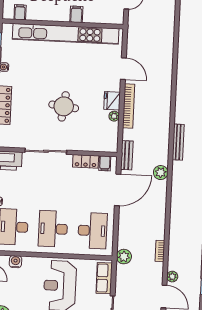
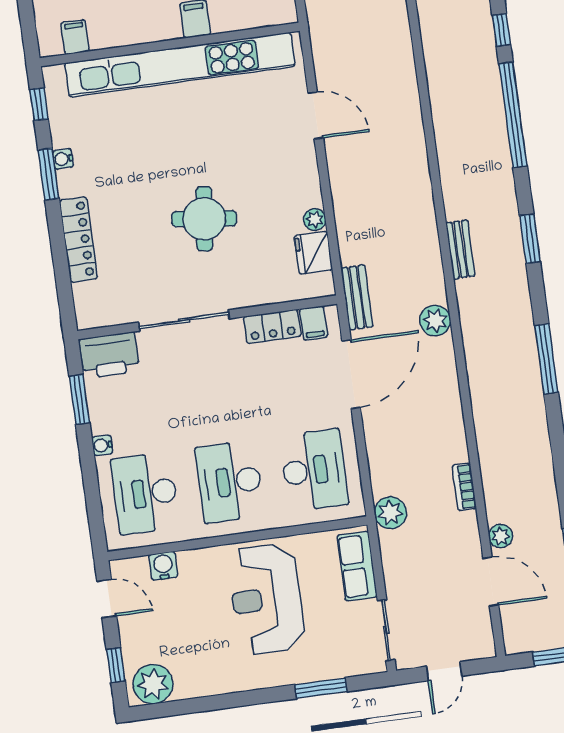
fridge: (112, 101) -> (313, 253), moved
bookcase: (129, 106) -> (341, 193), removed
bench: (178, 142) -> (460, 249), width x0.73

